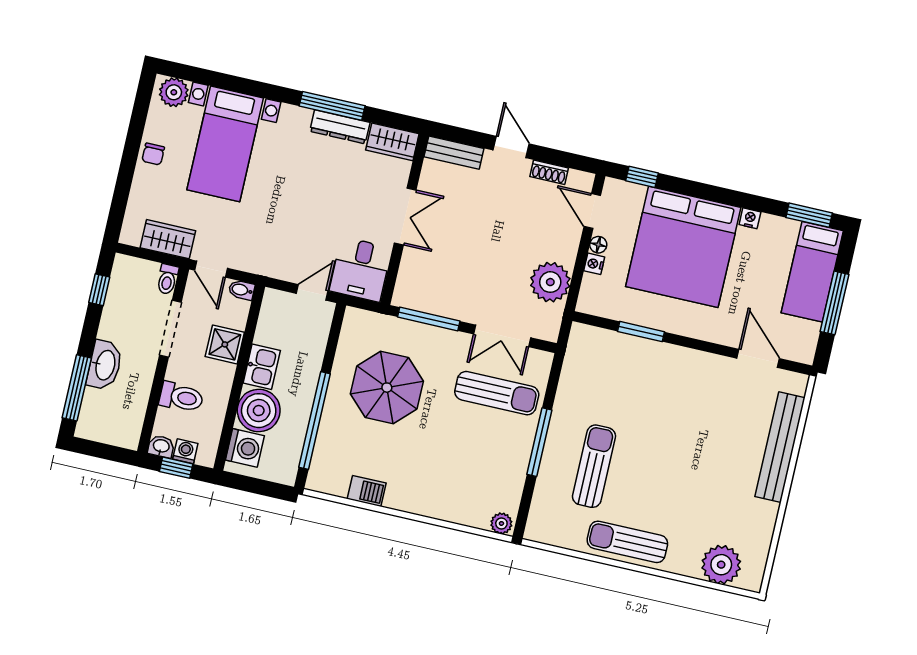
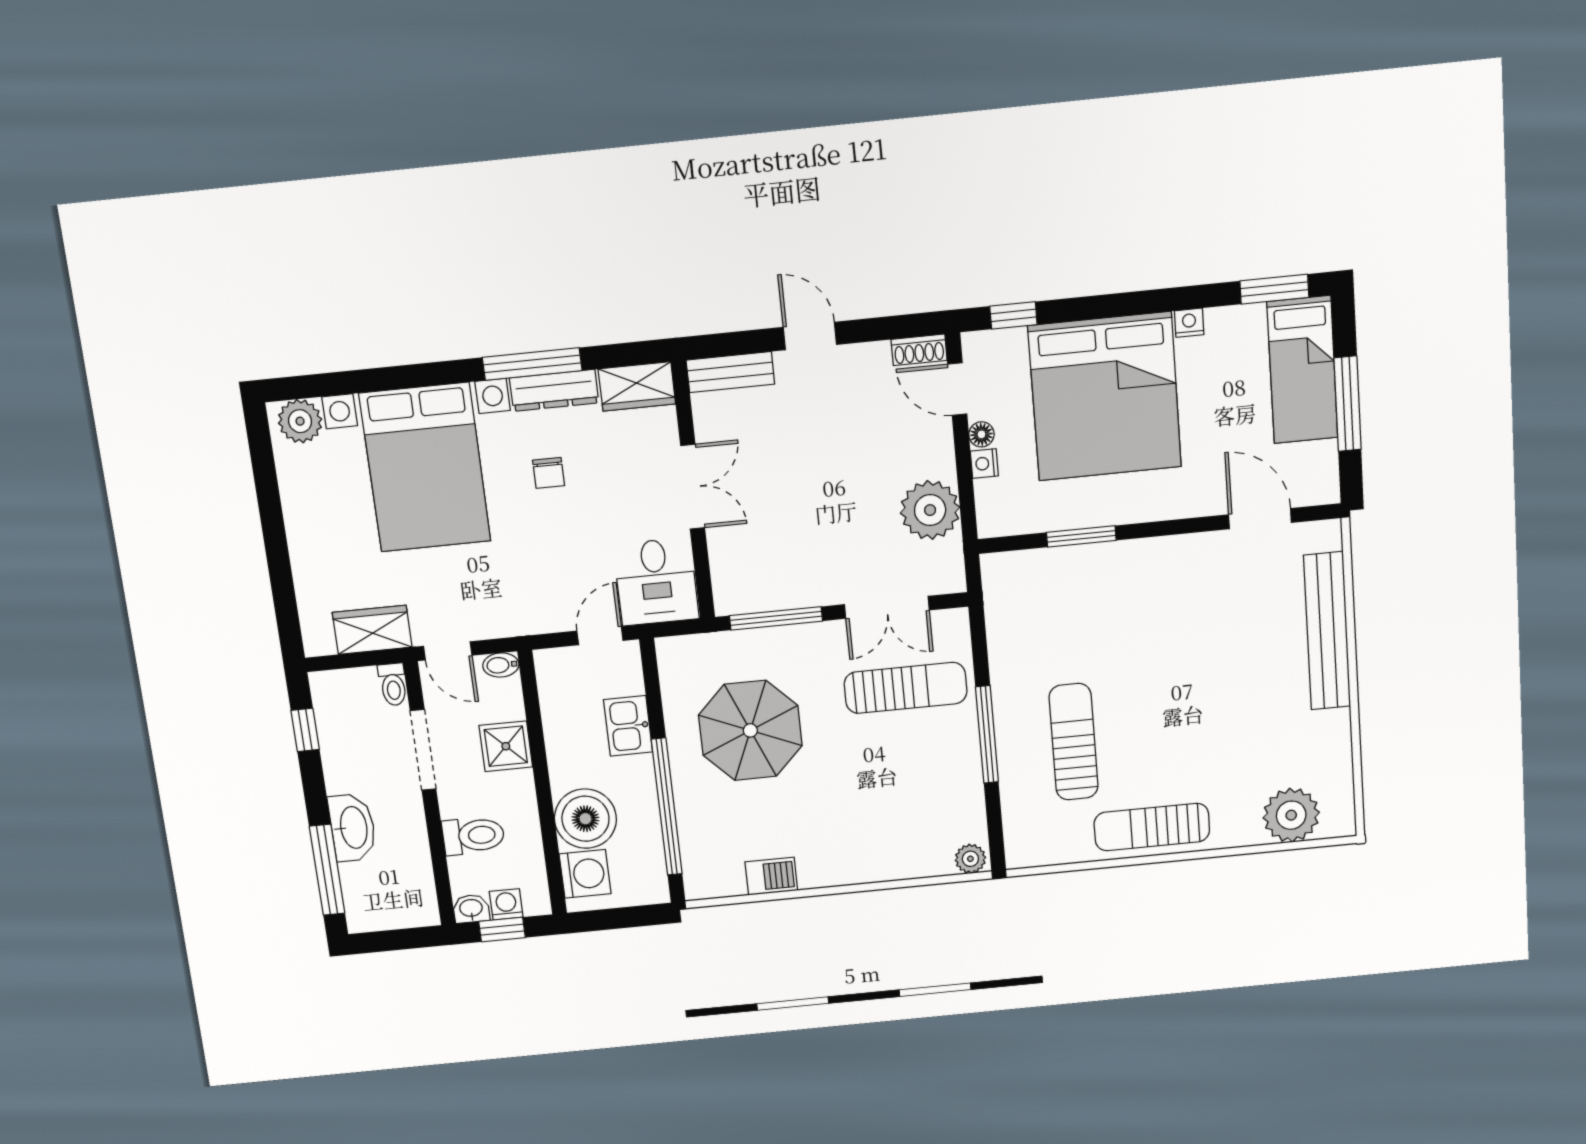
bed with nightstands: (225, 144) -> (425, 467), width x1.36
chair: (153, 154) -> (549, 473), moved
shoe rack: (549, 172) -> (919, 350), moved
kitchen sink: (262, 367) -> (628, 726), moved, turned 180

